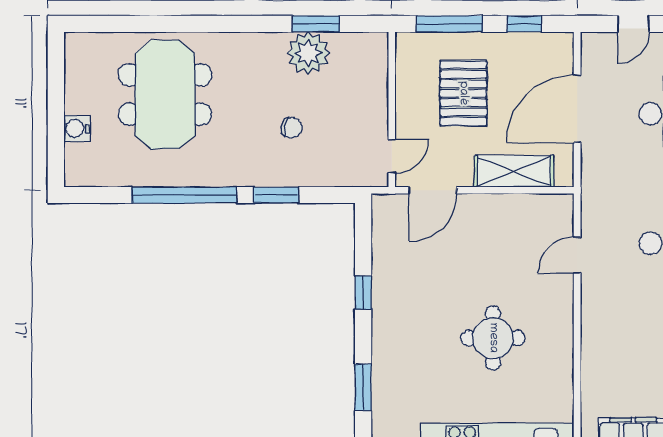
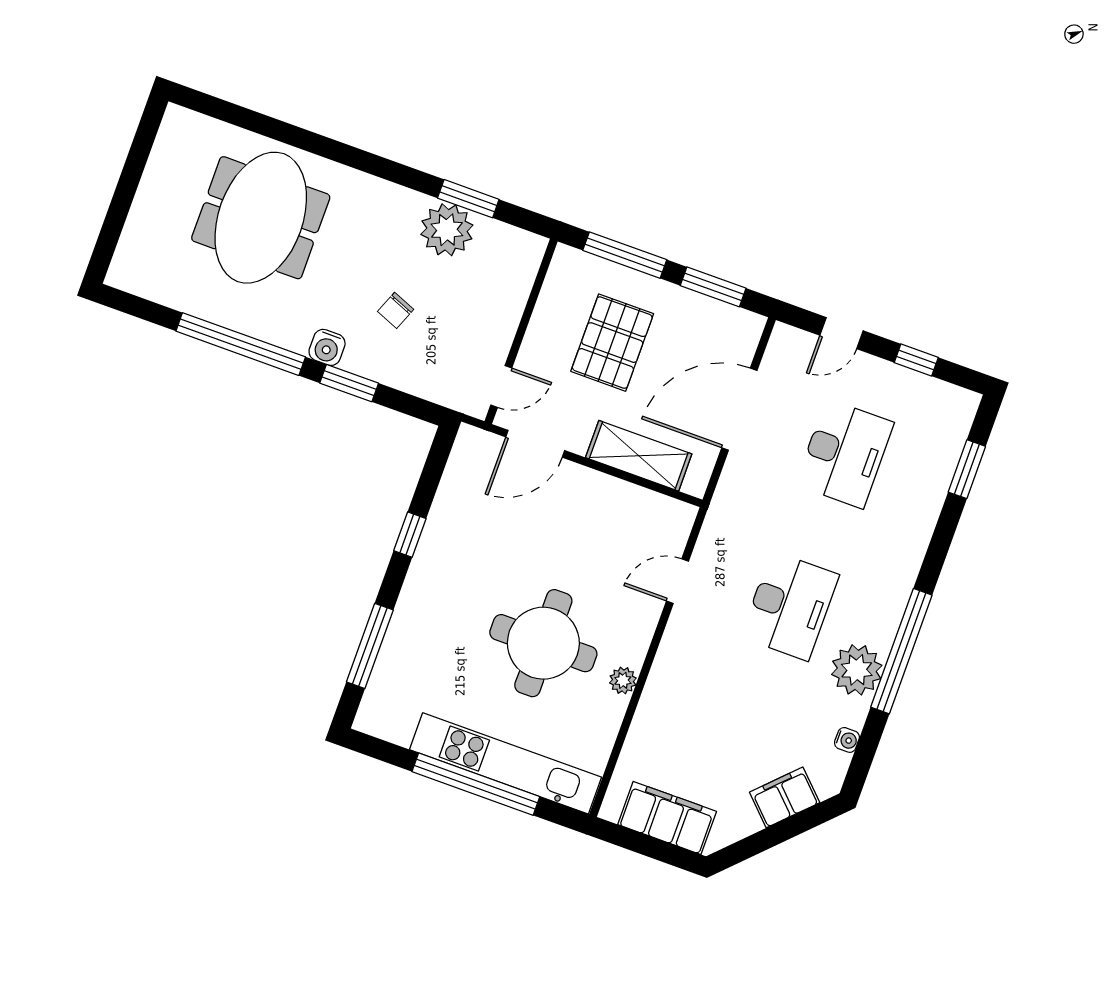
window: (524, 24) -> (713, 287), width x1.50
water cooler: (77, 128) -> (327, 347), moved, turned -90
chair: (292, 128) -> (396, 310), turned 102
round table: (493, 338) -> (543, 643), width x1.36, depth x1.36
plant: (563, 345) -> (623, 680), added
window: (363, 387) -> (370, 646), width x1.44

